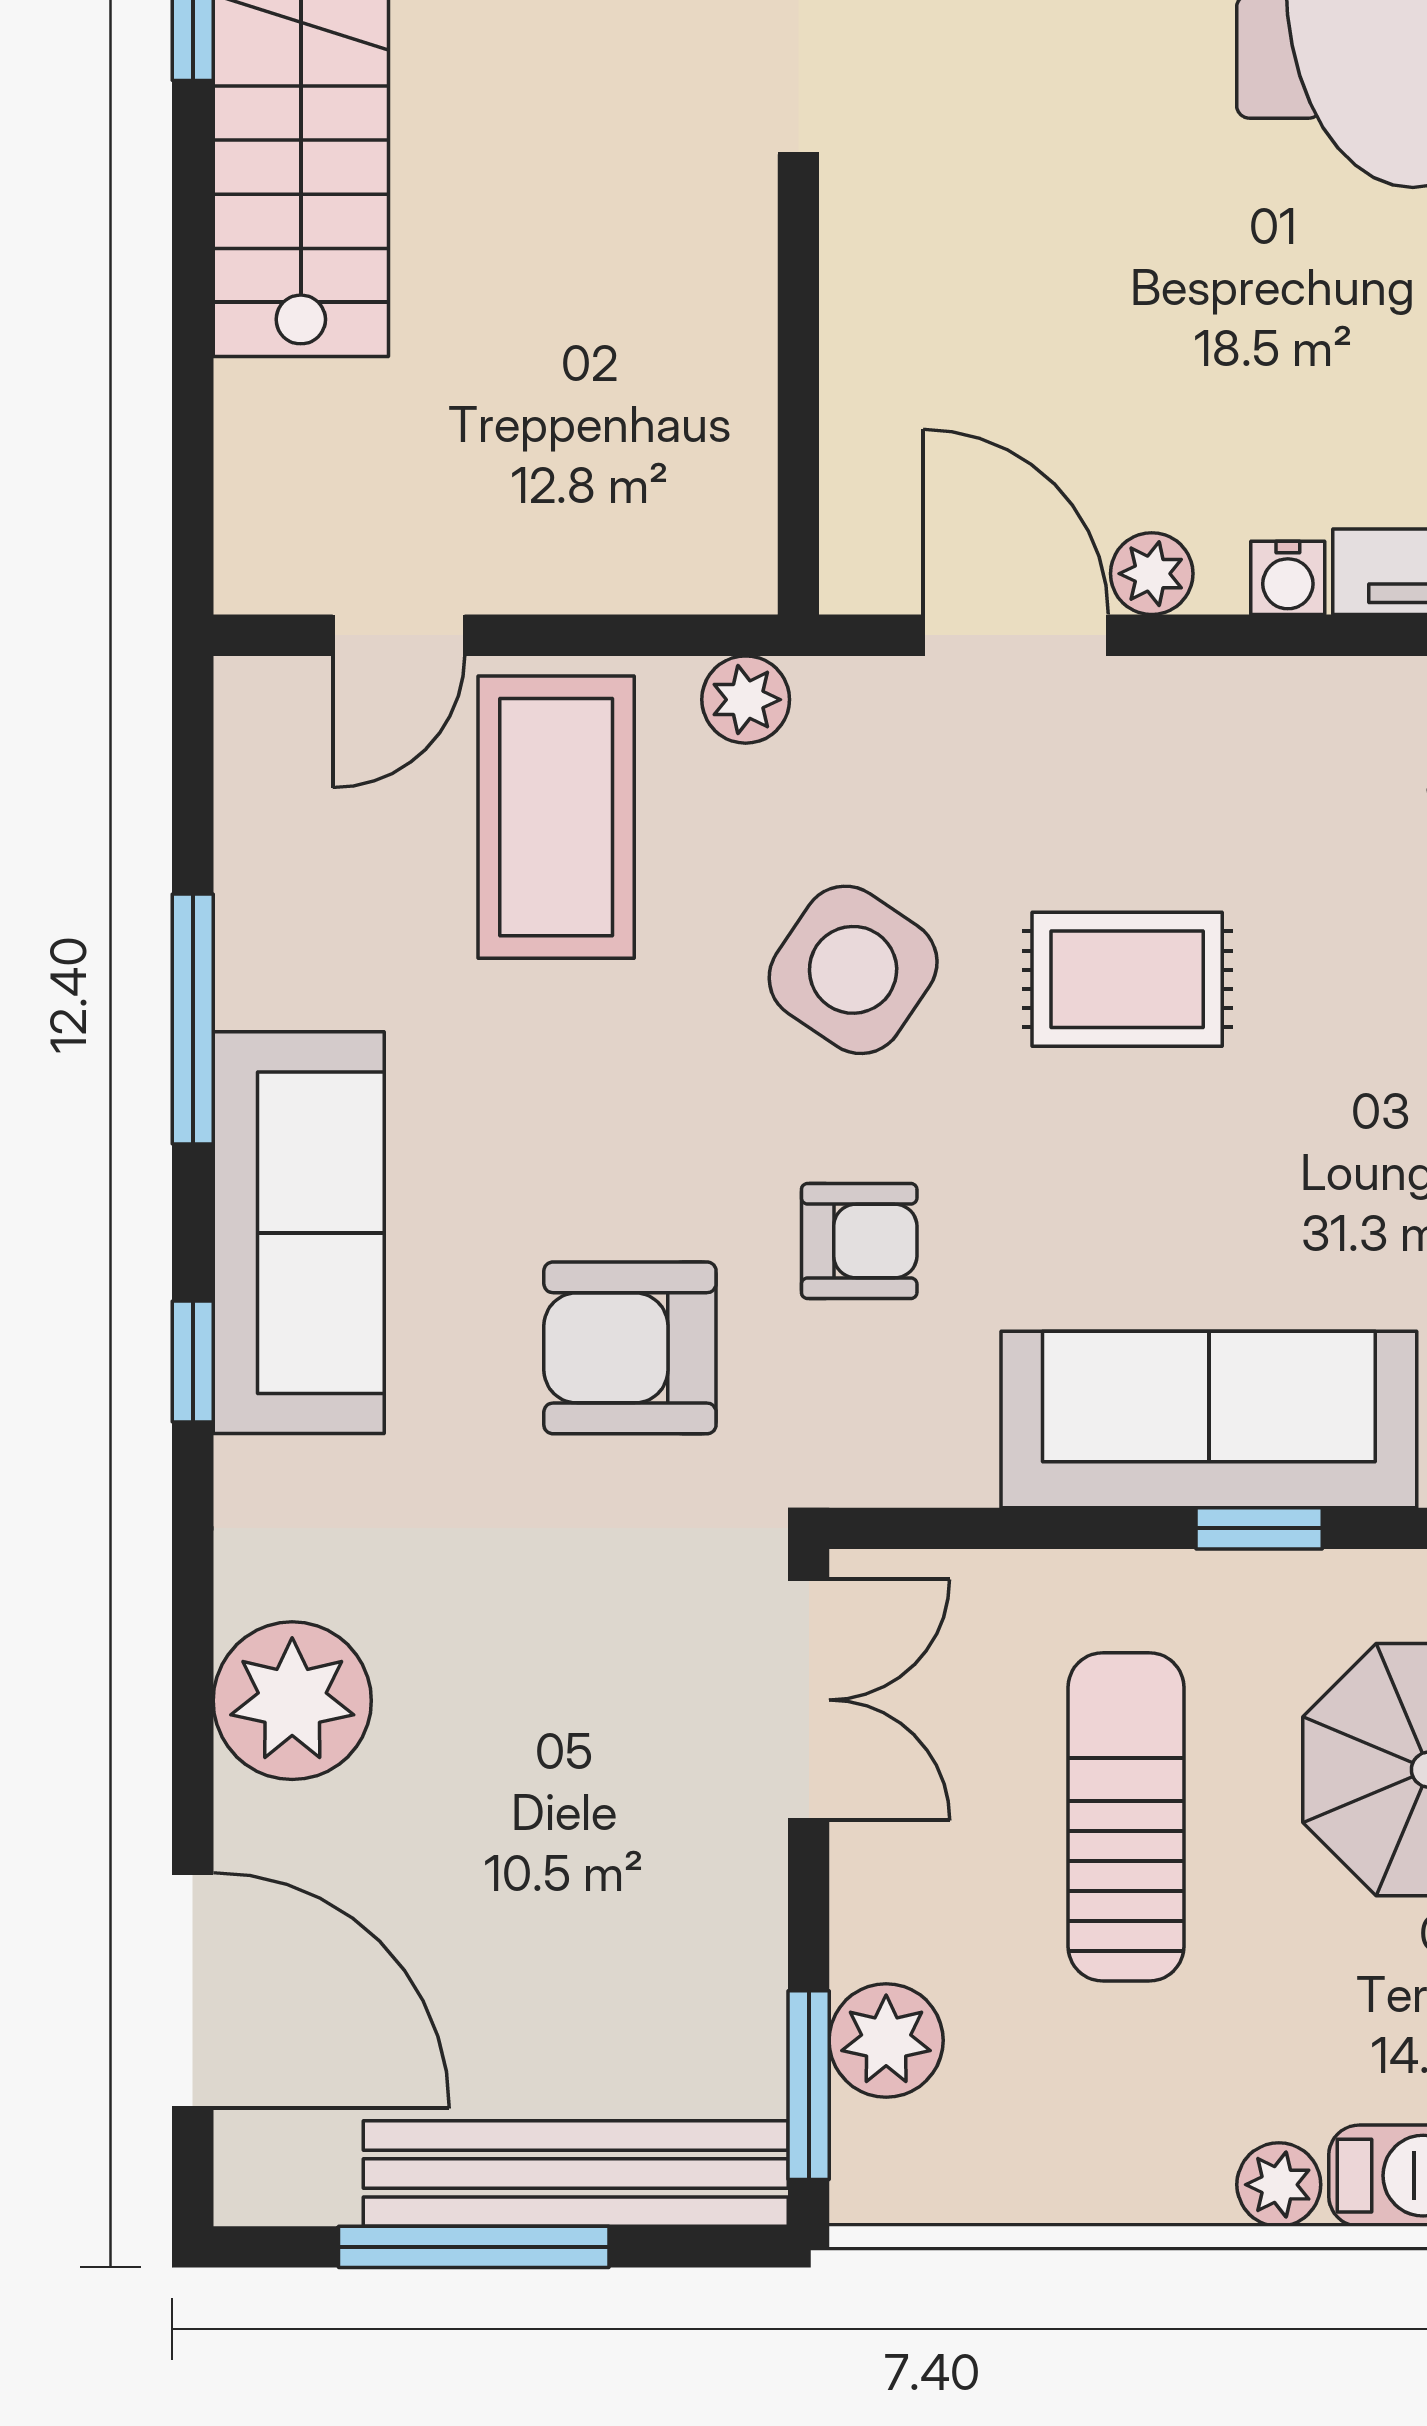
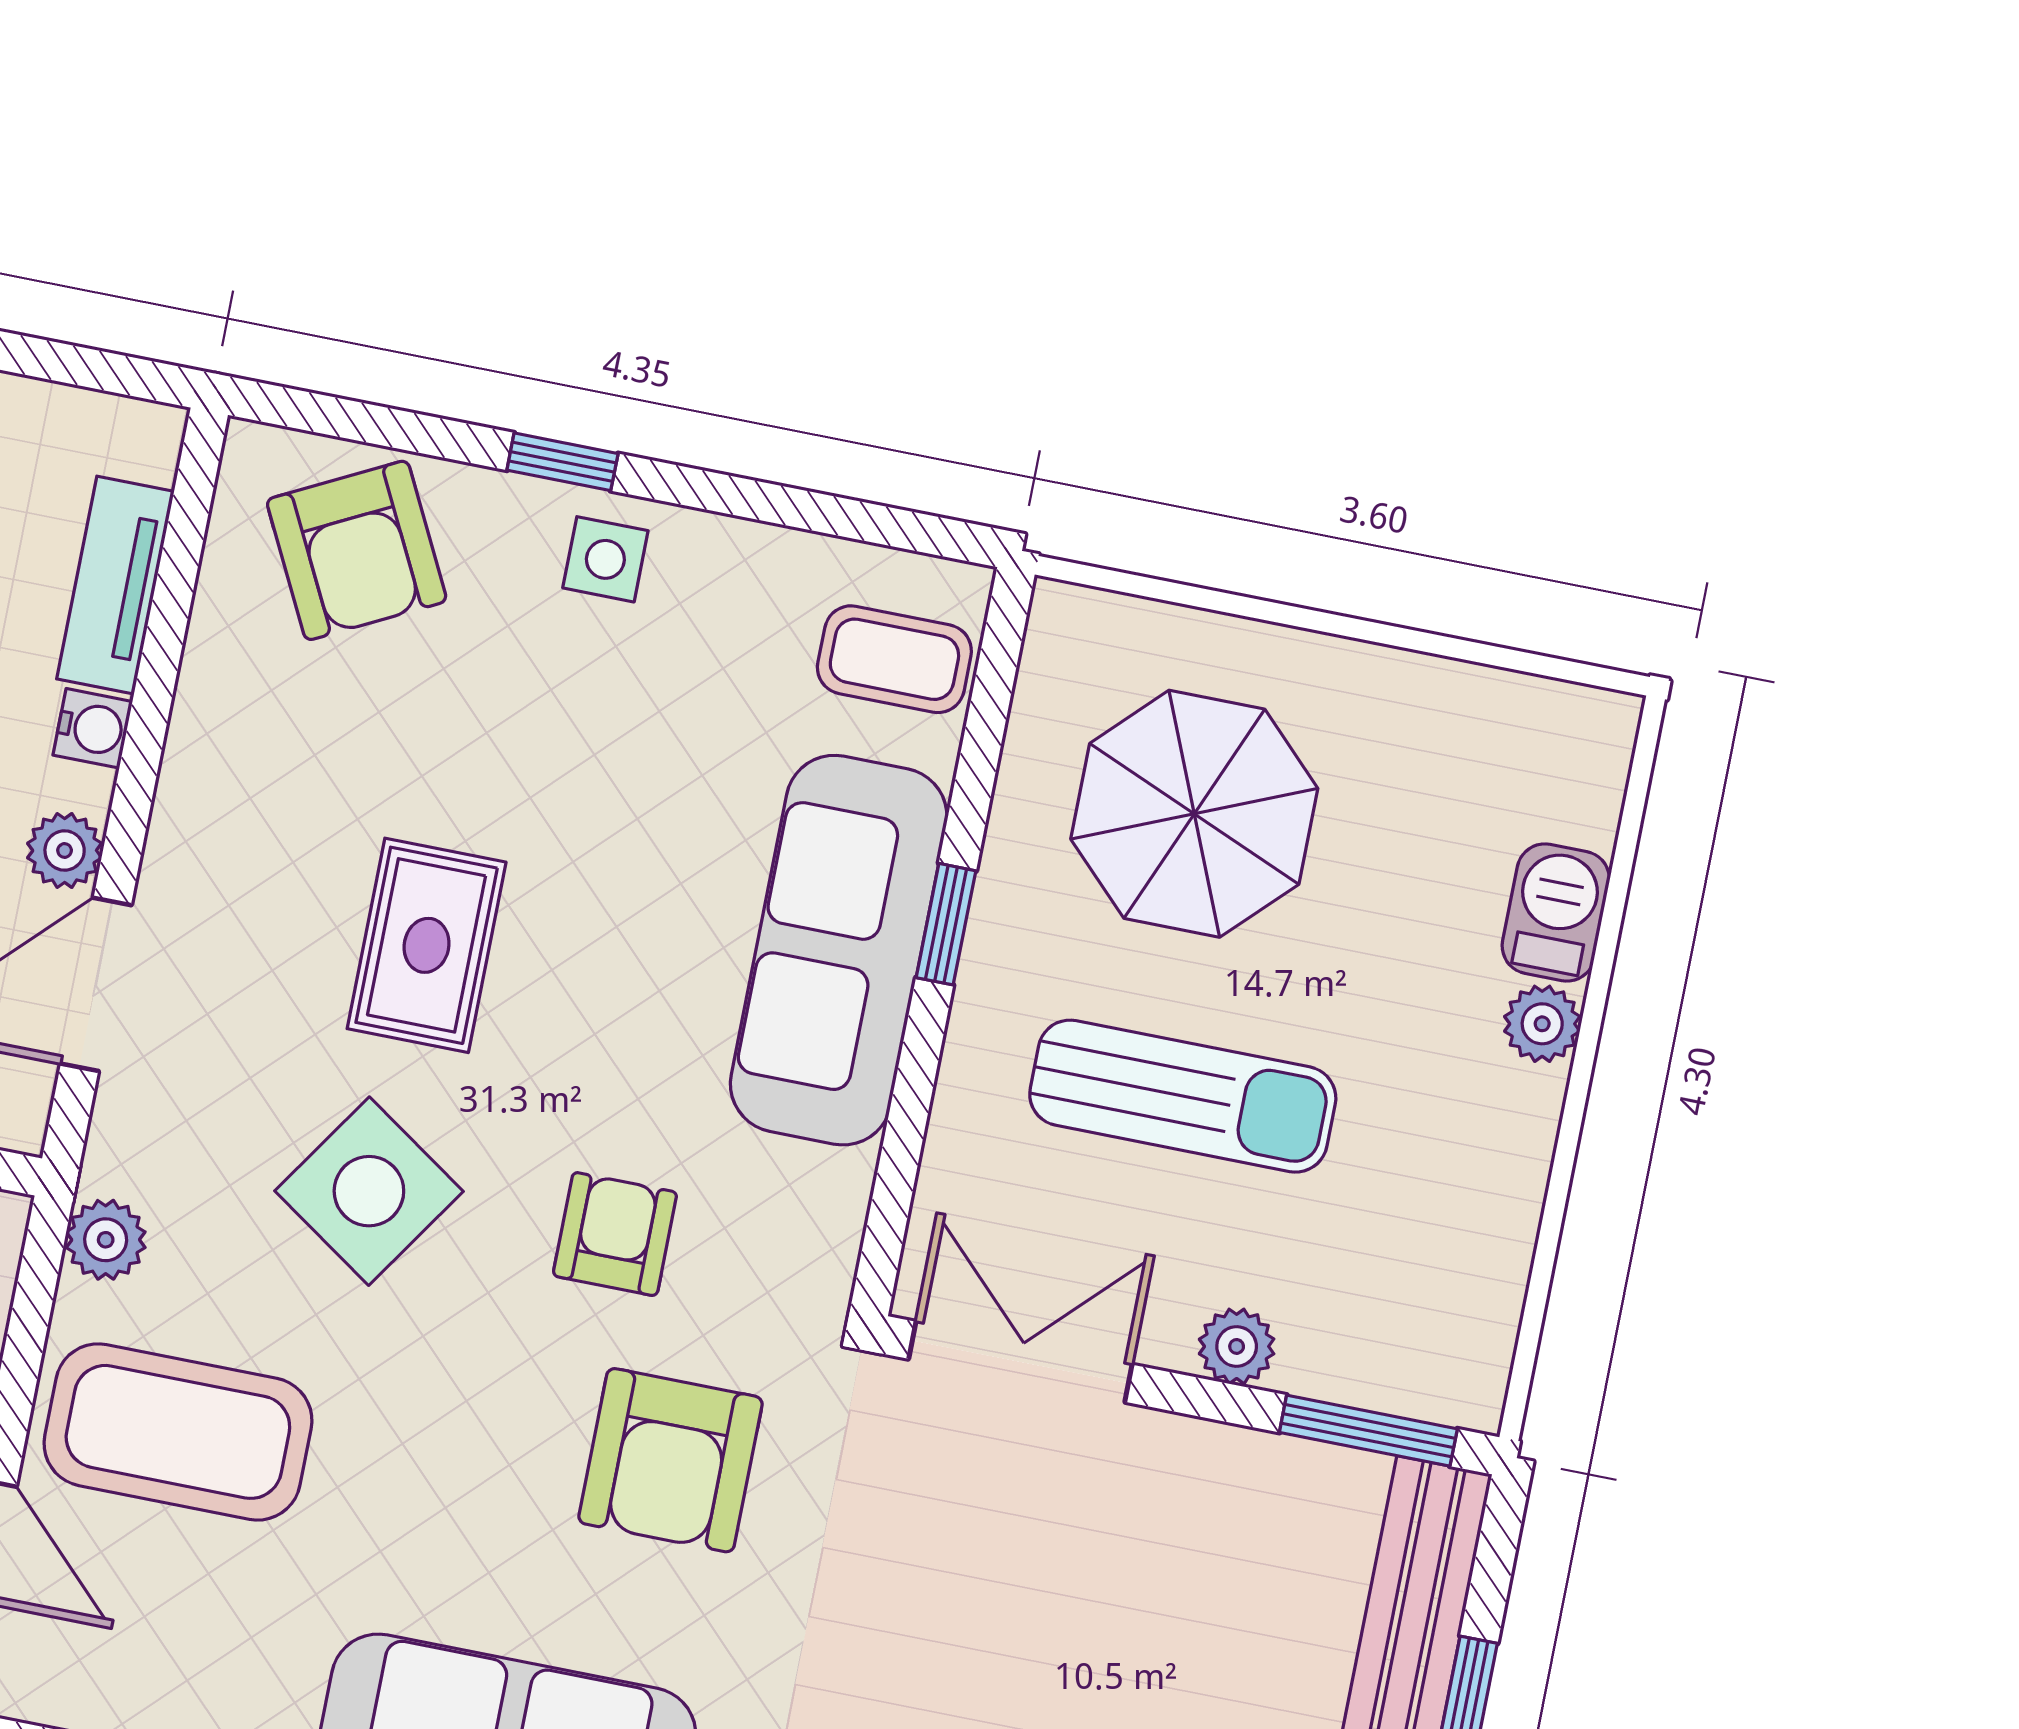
sun lounger: (1126, 1817) -> (1183, 1096), turned 180
plant: (886, 2040) -> (1237, 1346), moved, width x0.73, depth x0.73

